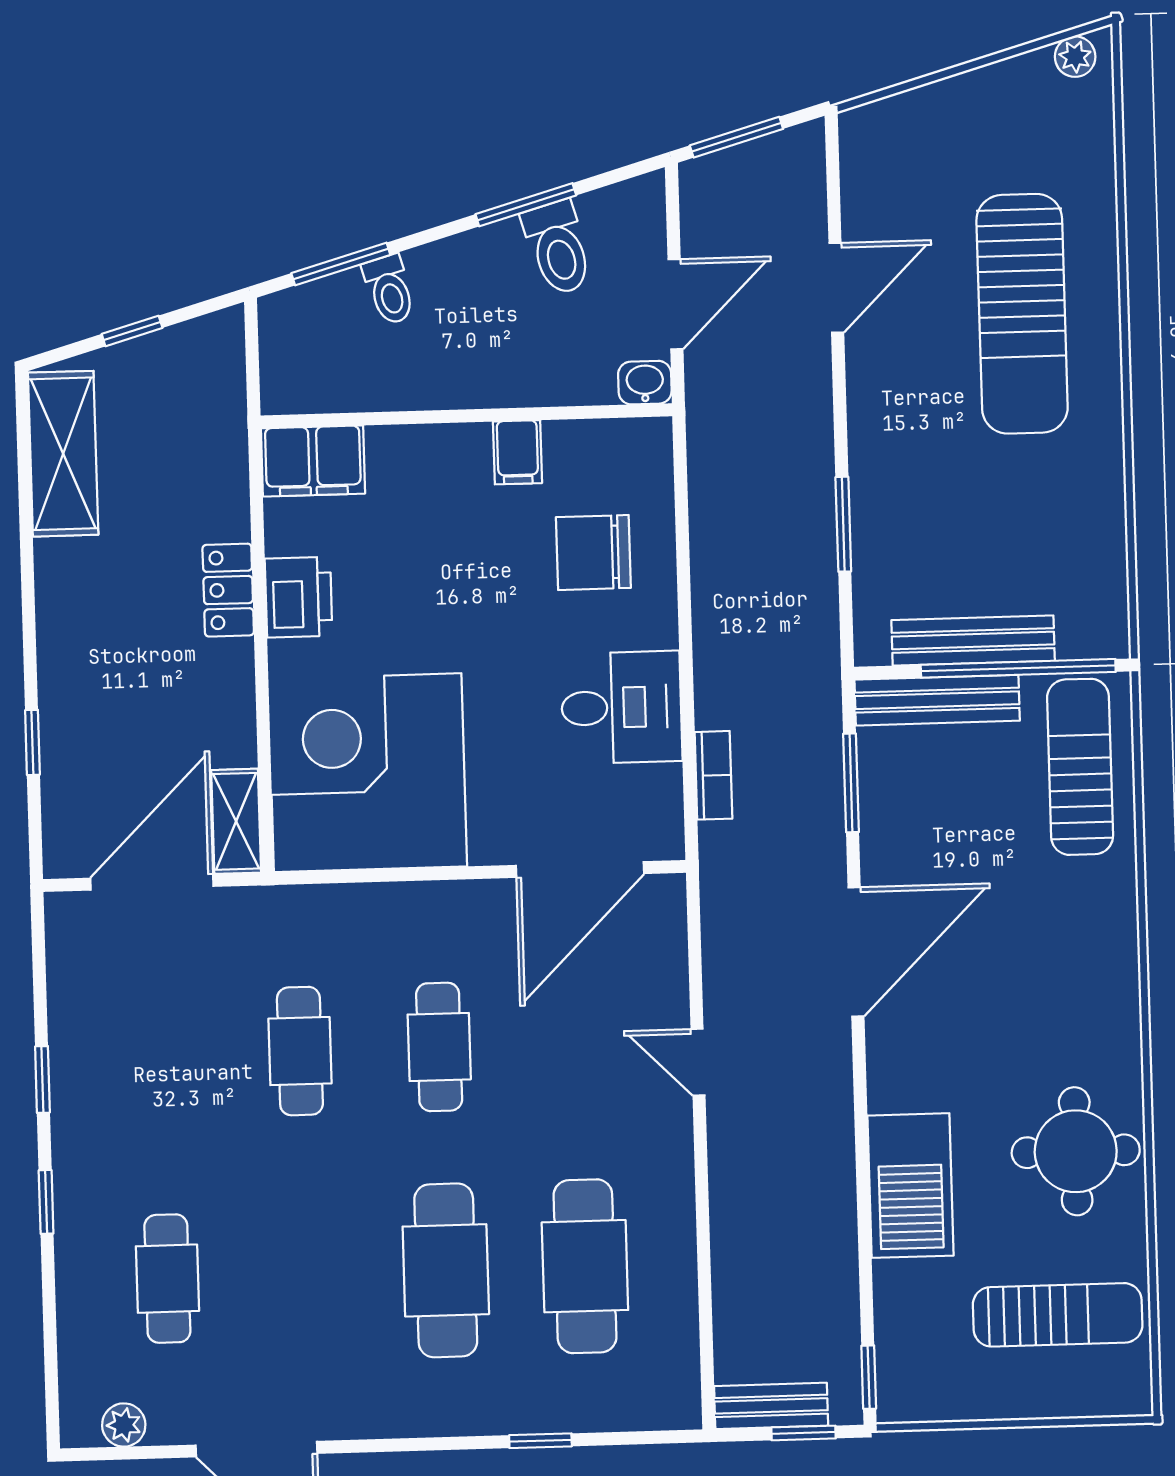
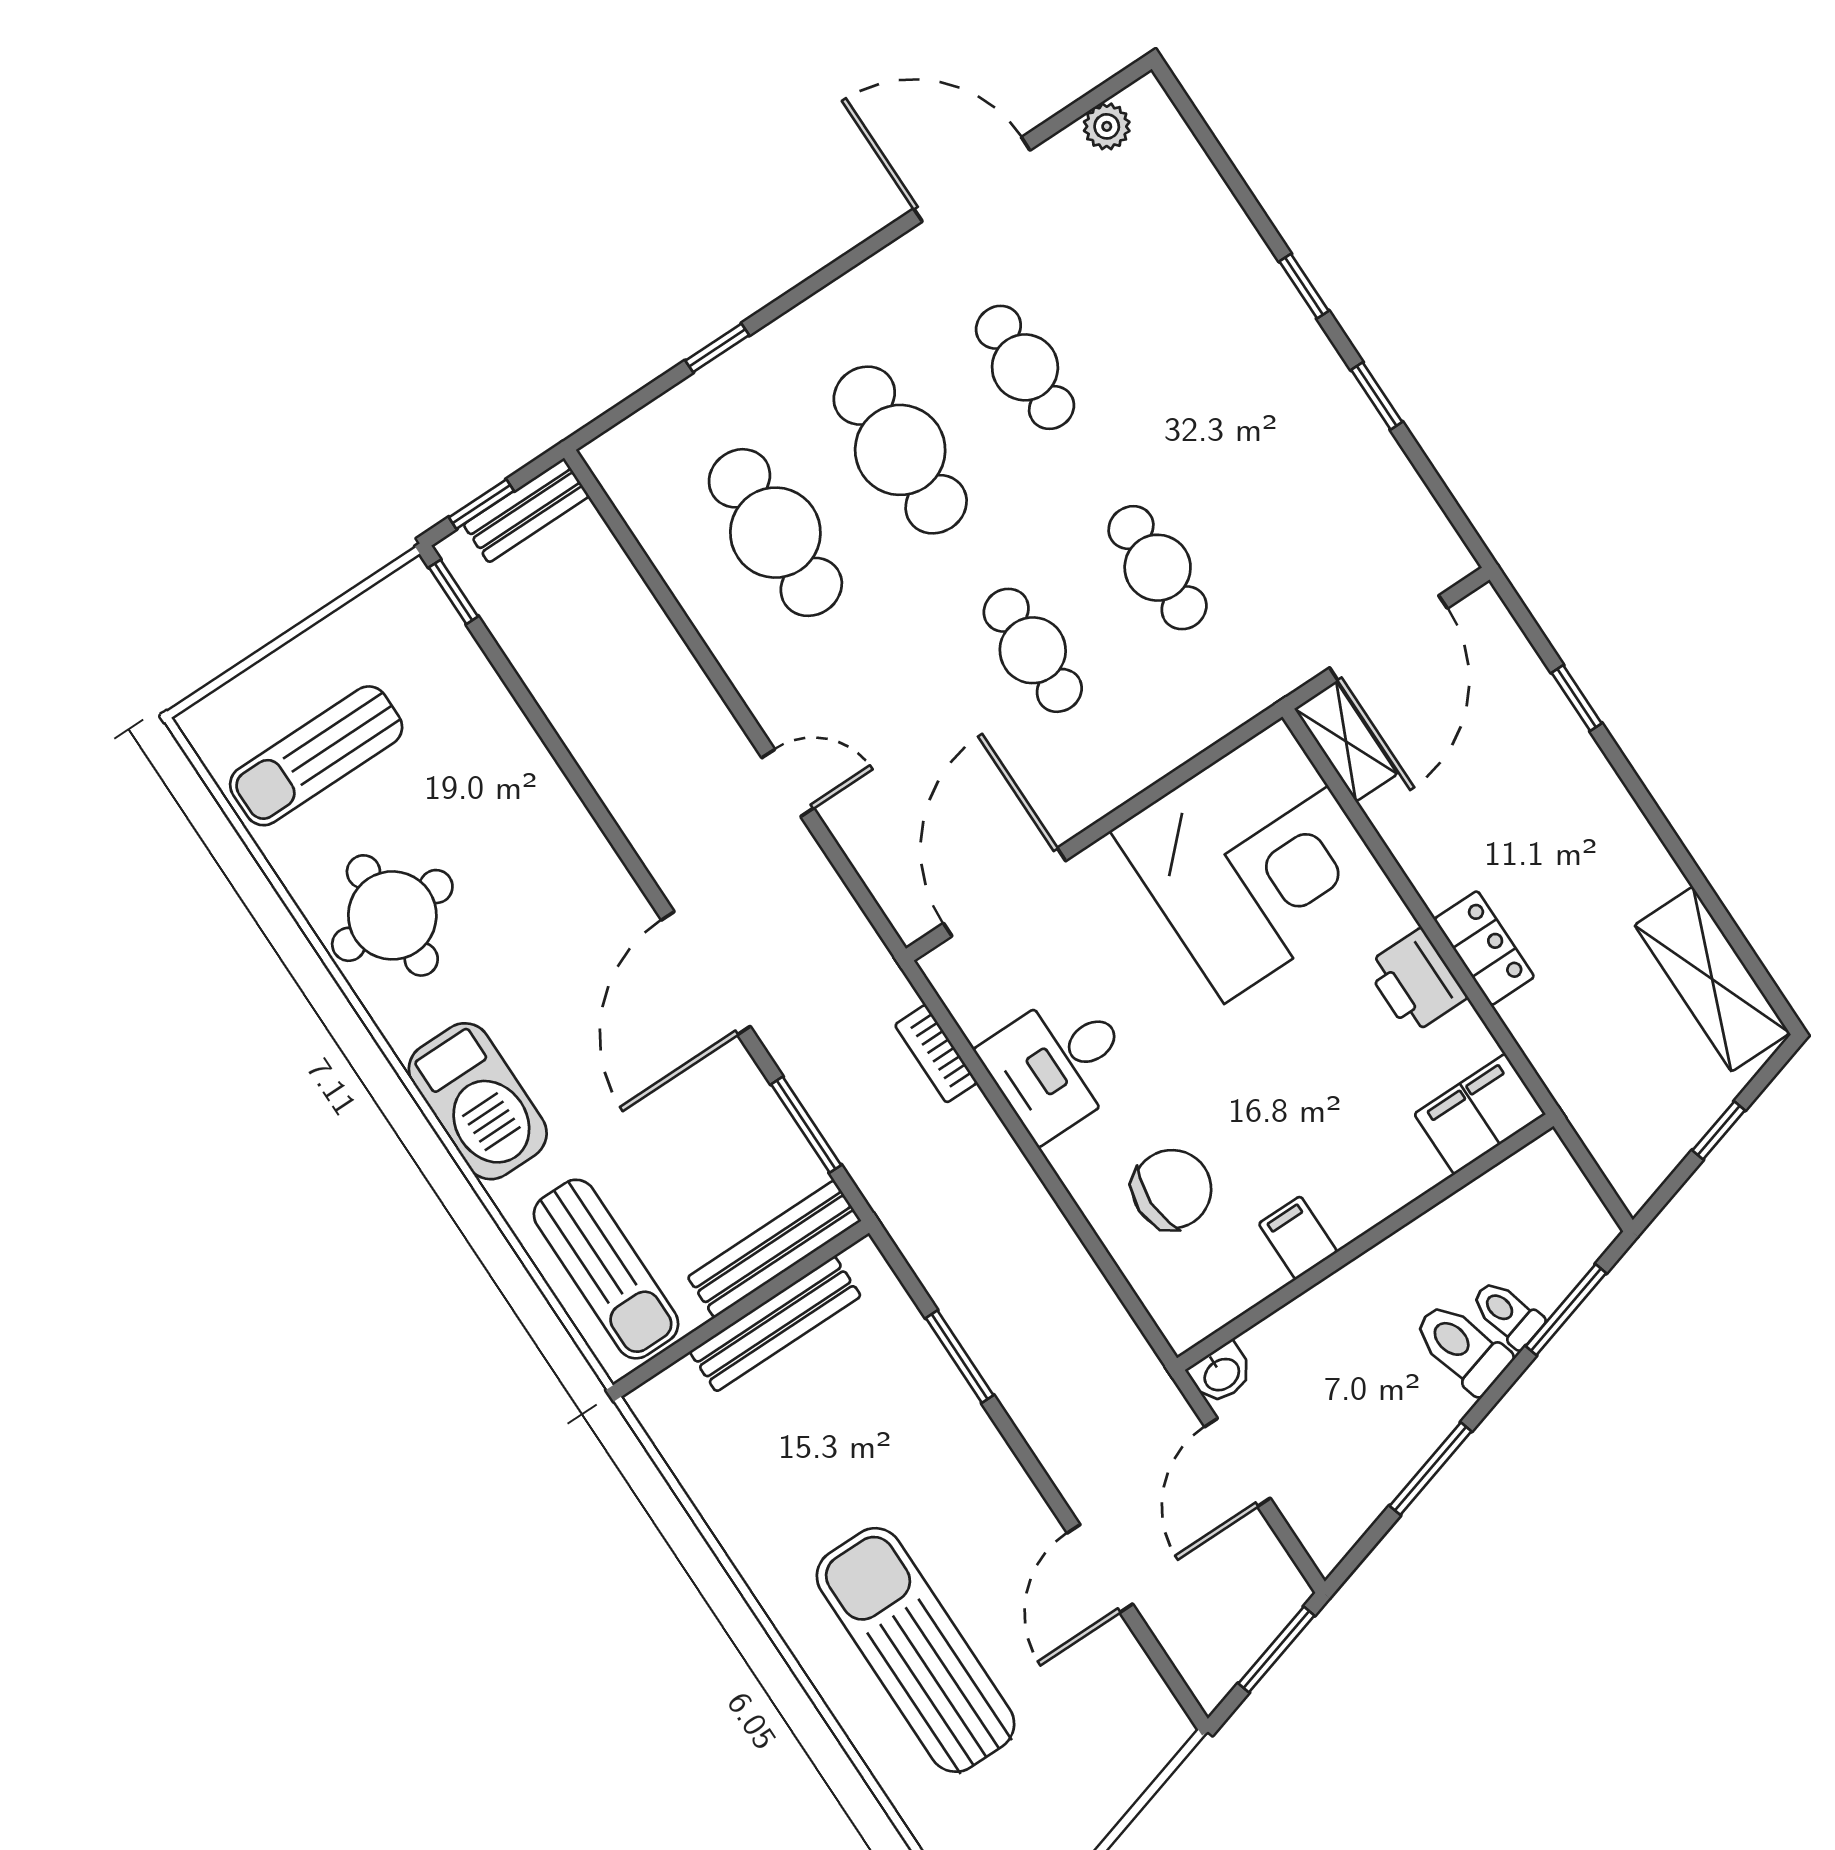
toilet: (558, 248) -> (1462, 1348), moved
window: (1018, 668) -> (718, 1324), removed
barbecue: (911, 1186) -> (478, 1101), moved, turned 180
cafe table: (167, 1279) -> (1025, 367), moved

